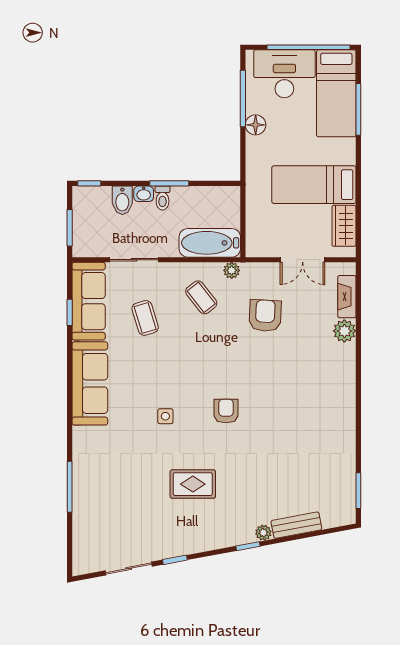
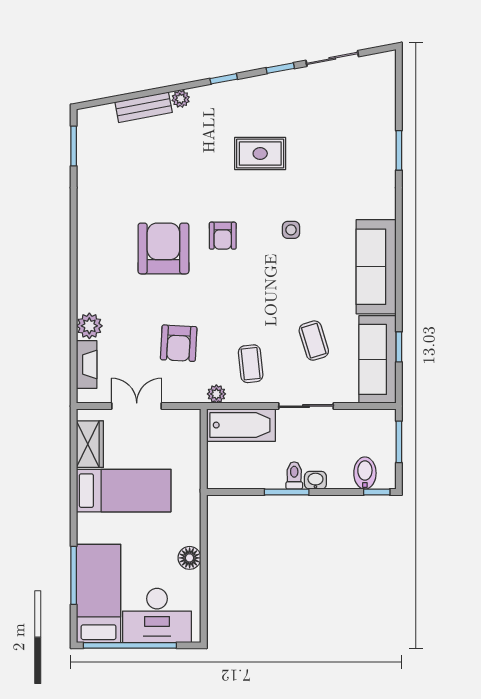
window: (243, 99) -> (204, 588), removed
bidet: (122, 200) -> (365, 473), moved
sliding door: (134, 260) -> (306, 406), moved
coffee table: (201, 297) -> (251, 364), turned 32
armchair: (279, 400) -> (163, 248), added
window: (70, 487) -> (399, 150), width x0.69
window: (248, 546) -> (224, 79), moved

